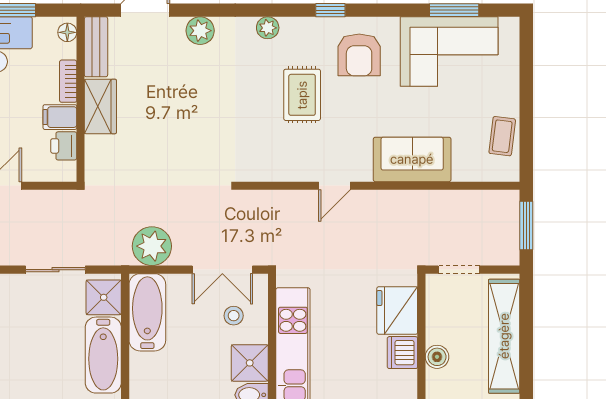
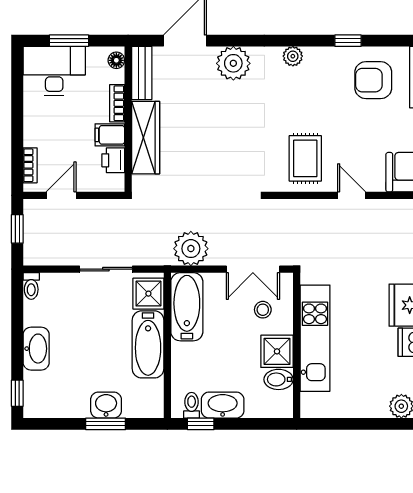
plant: (200, 31) -> (233, 63), width x1.36, depth x1.36
armchair: (359, 55) -> (373, 80), turned 90
rug: (302, 95) -> (305, 158), moved
wardrobe: (100, 106) -> (146, 138), width x1.50
door: (335, 186) -> (352, 195), swing flipped

